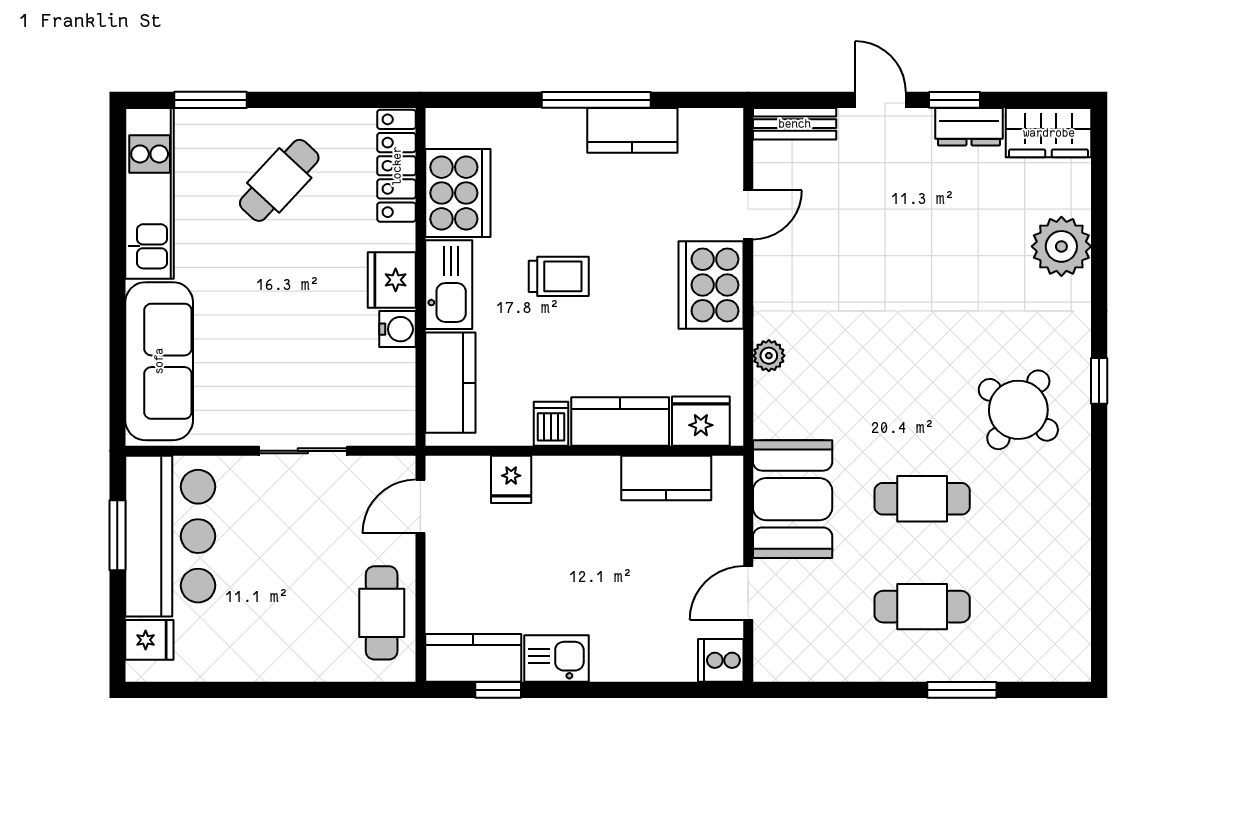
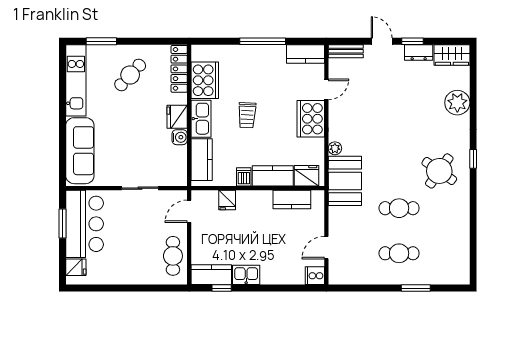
kitchen counter: (632, 130) -> (305, 54), moved
trolley: (559, 276) -> (247, 115), turned 93
booth: (793, 499) -> (345, 181), moved

